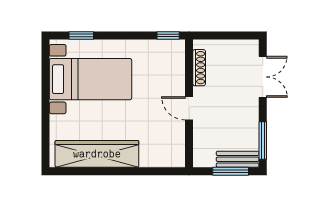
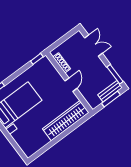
door: (189, 108) -> (71, 85), swing flipped
wardrobe: (97, 154) -> (66, 121), moved

